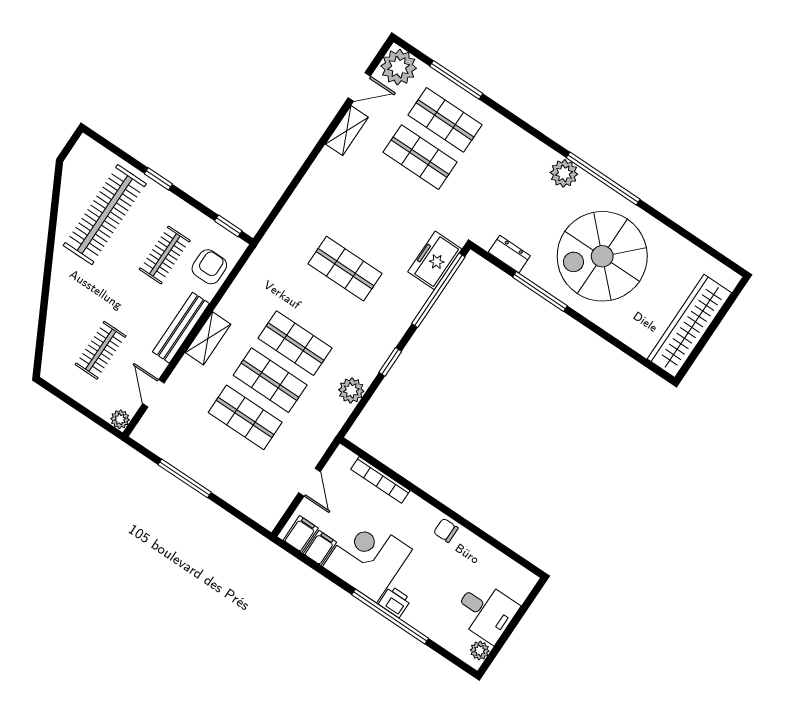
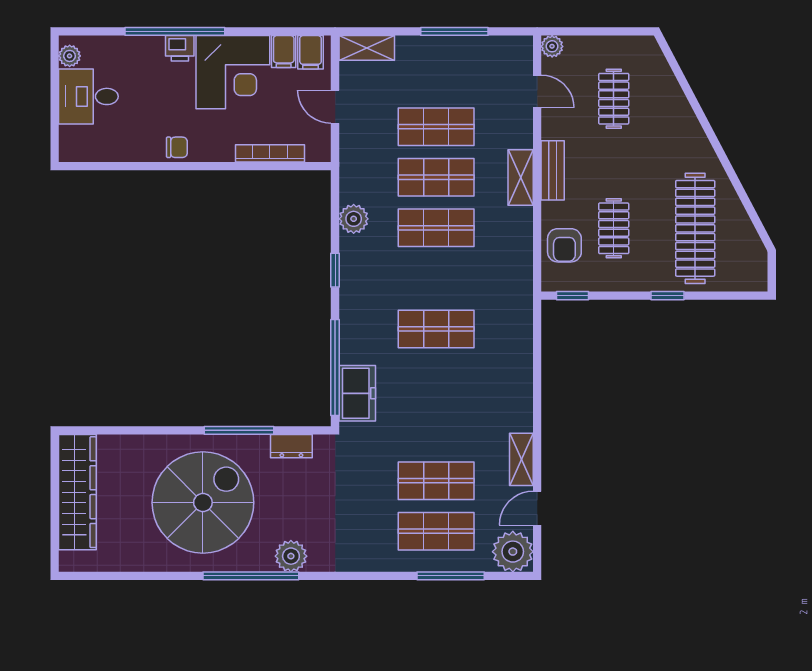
bench: (181, 328) -> (553, 170), width x0.73
shelving: (257, 510) -> (367, 48), added

